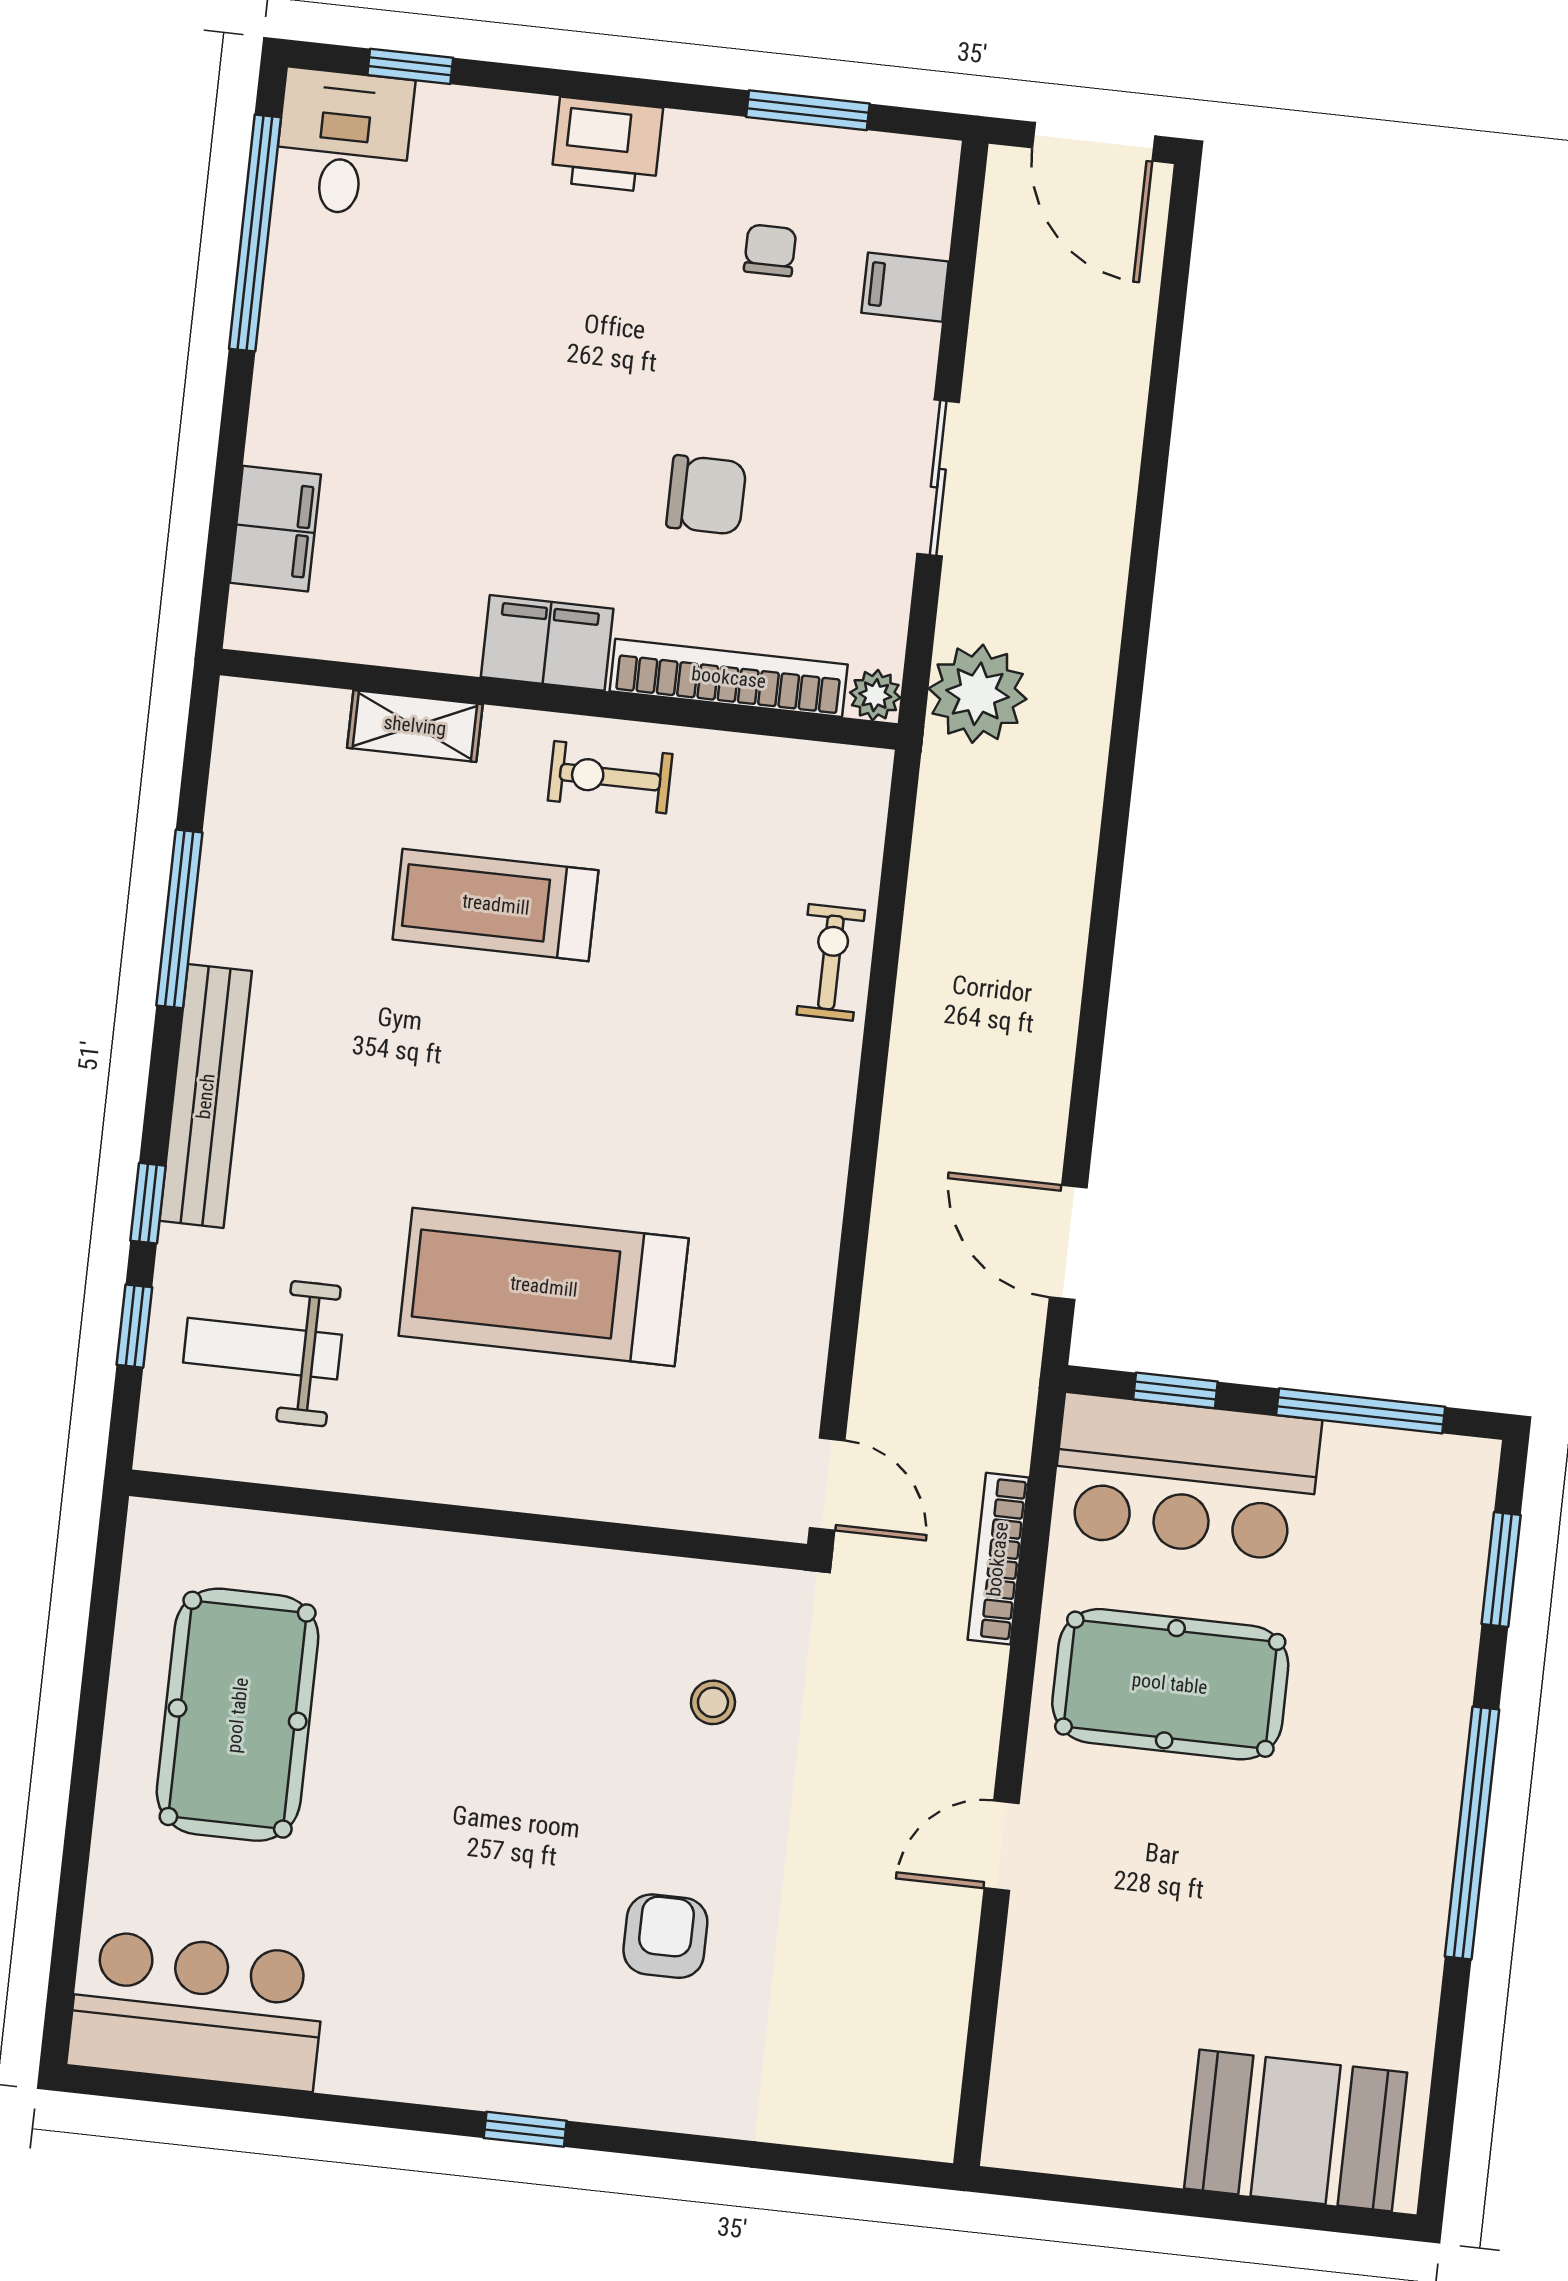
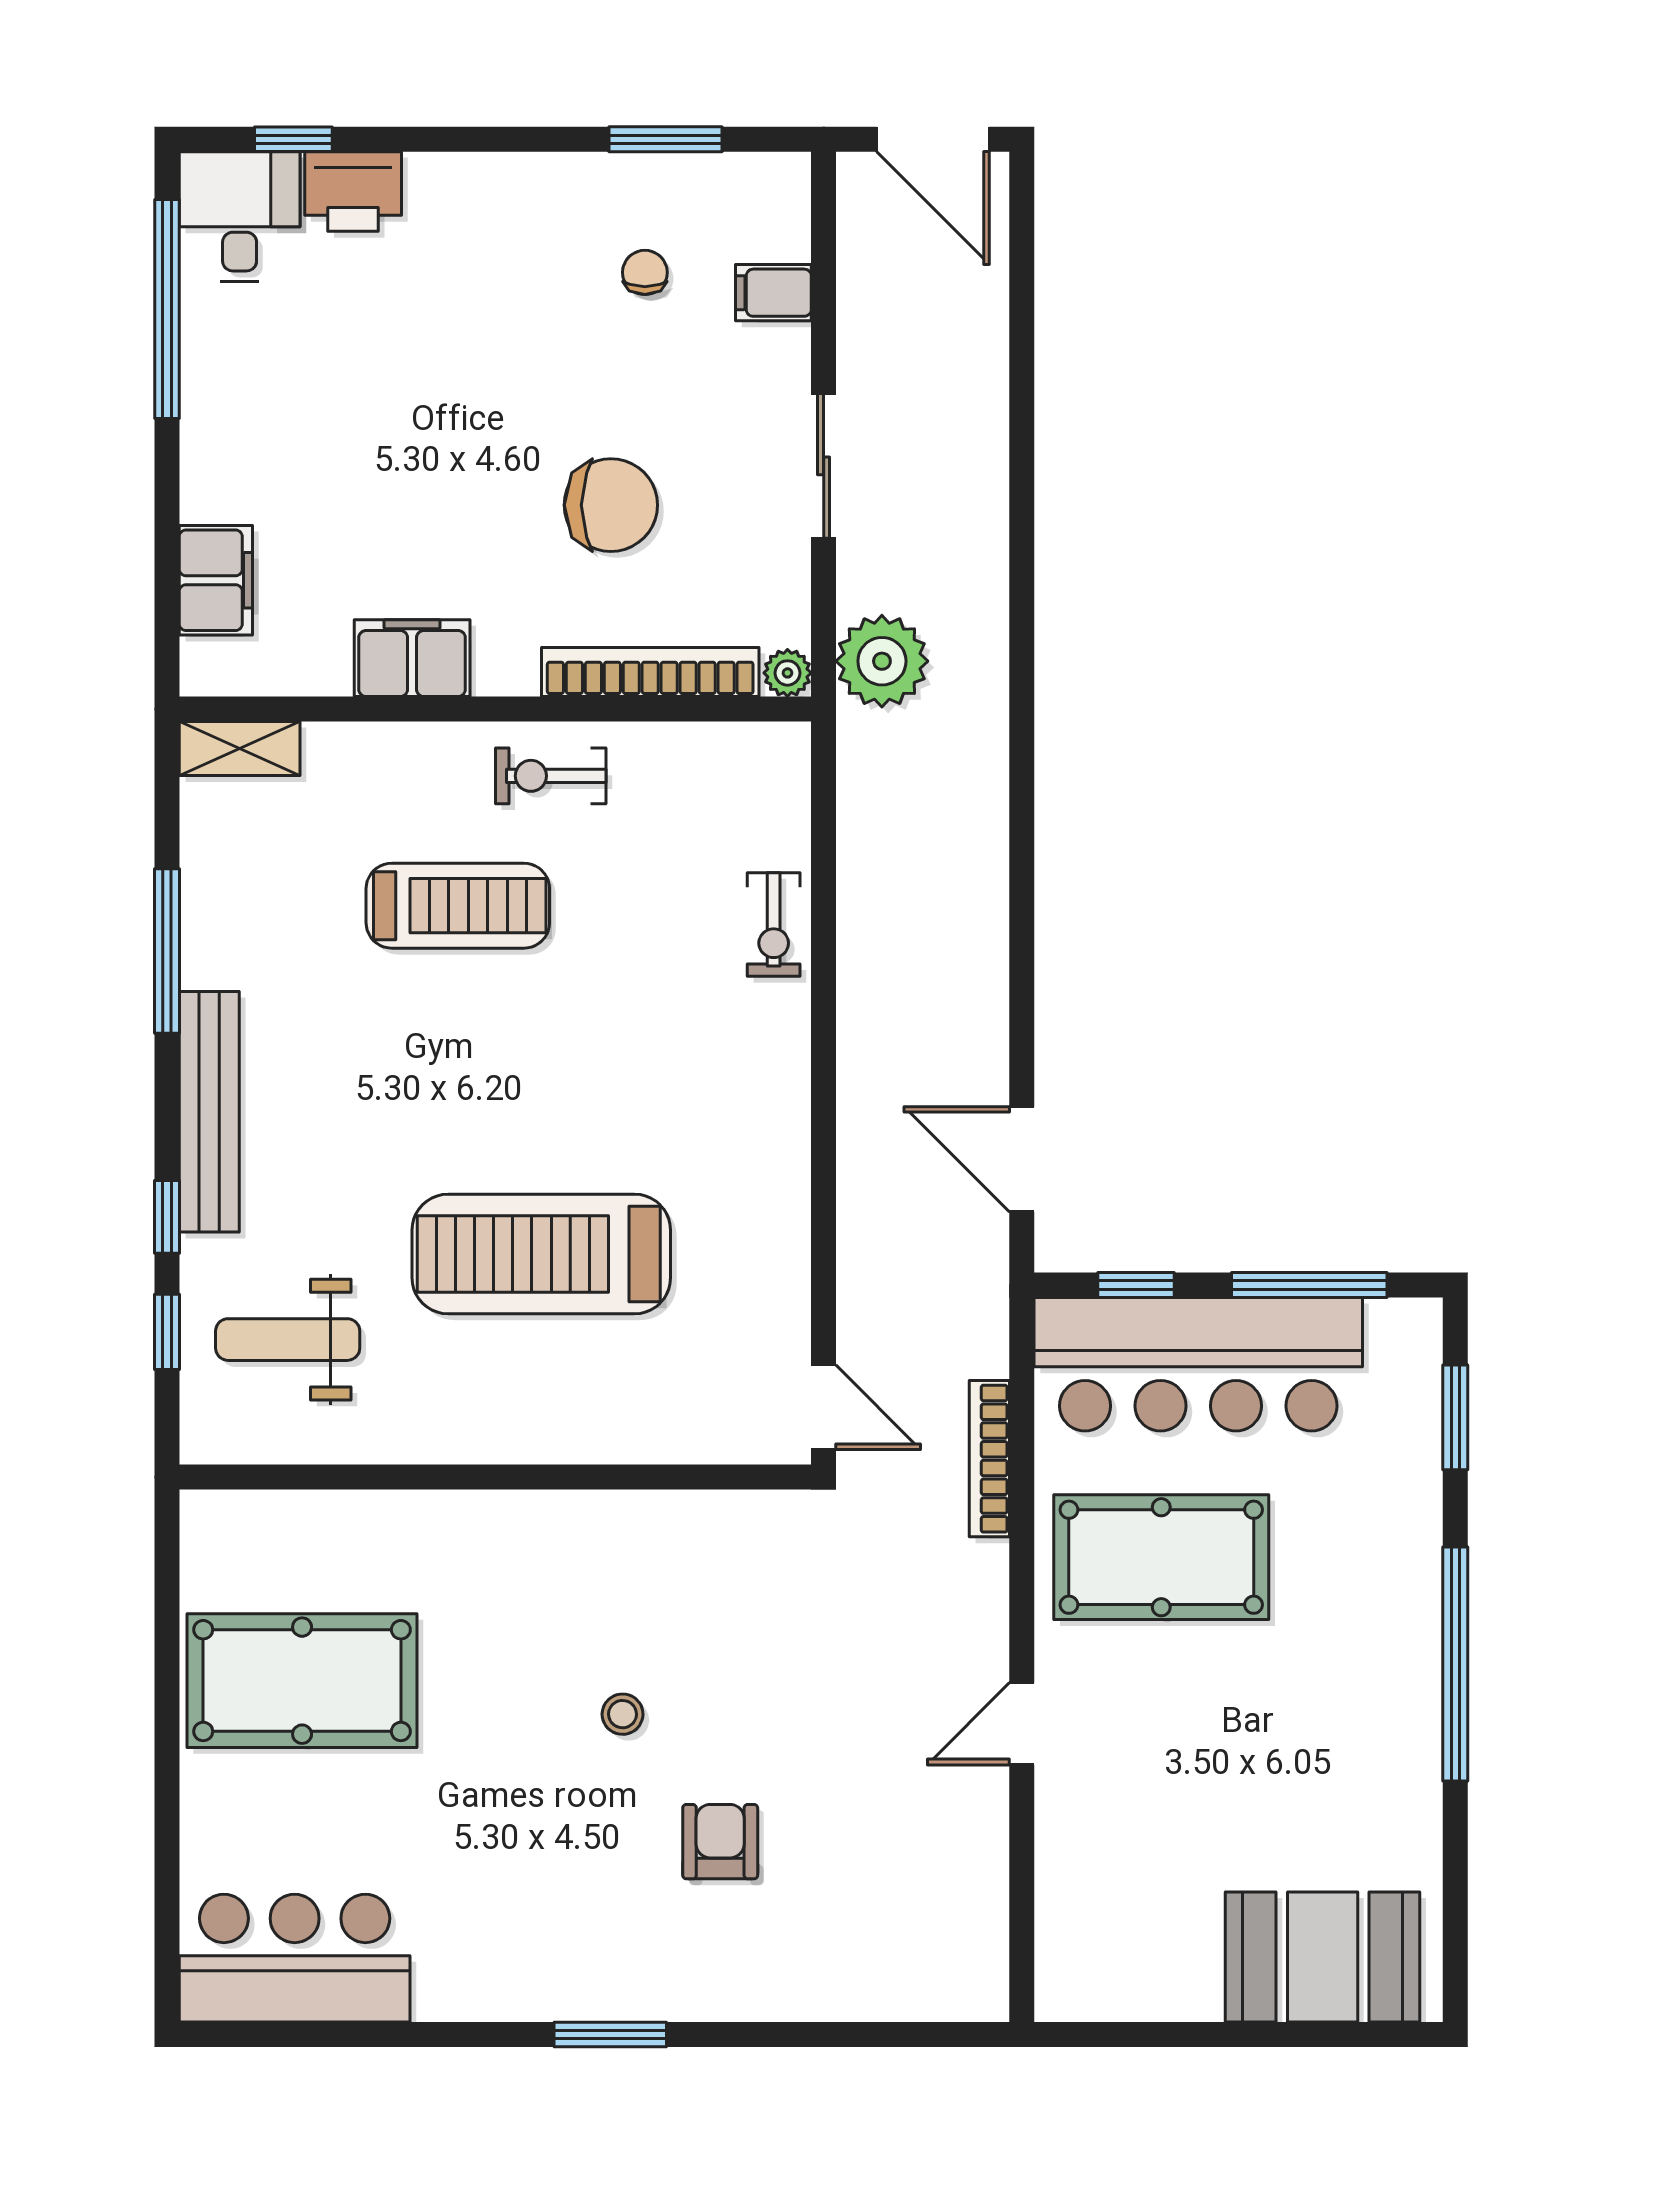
printer: (607, 145) -> (353, 191), moved
chair: (706, 495) -> (611, 505), width x1.37, depth x1.37
filing cabinet: (547, 643) -> (412, 658), moved
shelving: (415, 726) -> (240, 749), moved
treadmill: (496, 905) -> (458, 906), turned 180
exercise bike: (831, 962) -> (774, 925), turned 180
bar counter: (1186, 1477) -> (1198, 1364), width x1.36
stool: (713, 1702) -> (623, 1714), moved
pool table: (238, 1715) -> (302, 1681), turned 90
window: (525, 2129) -> (610, 2035), width x1.50

